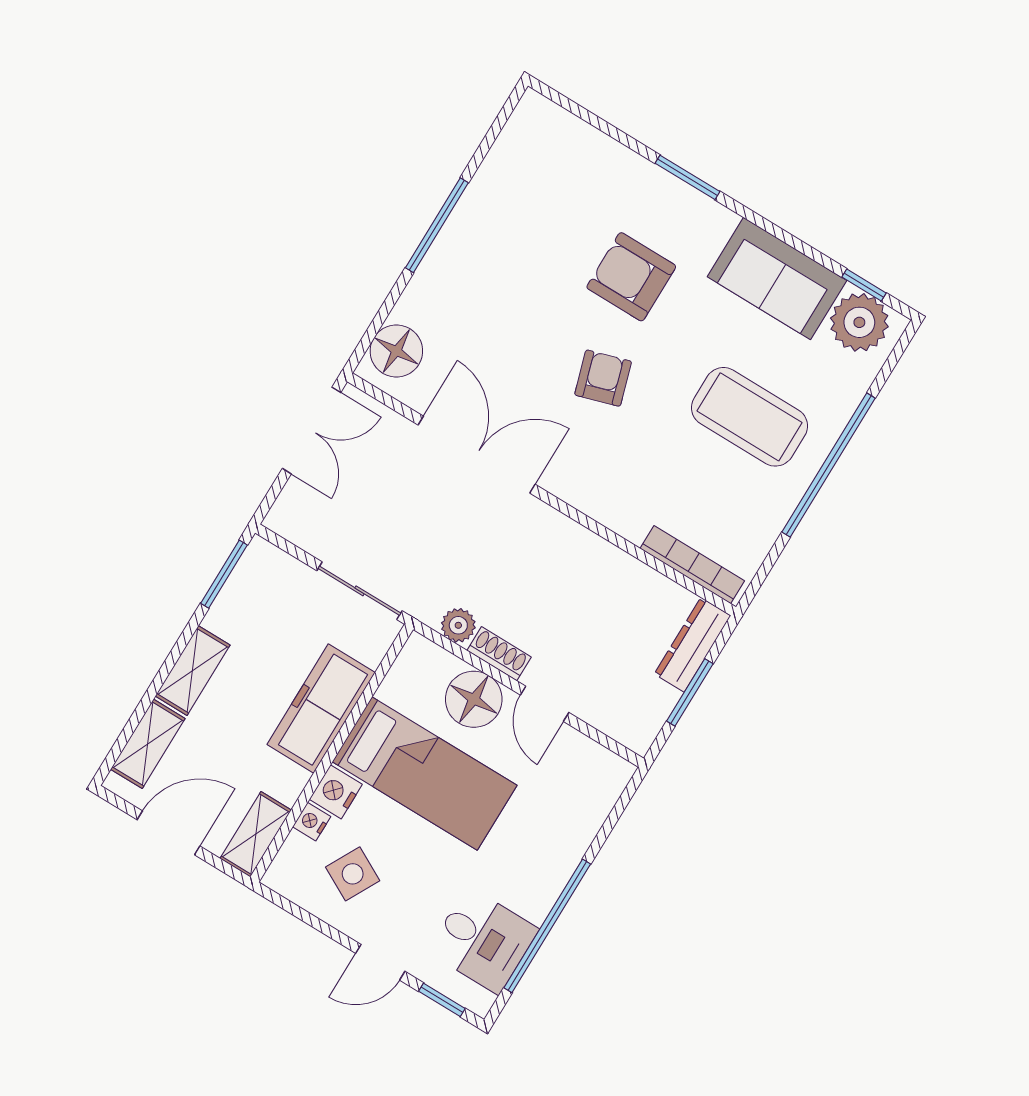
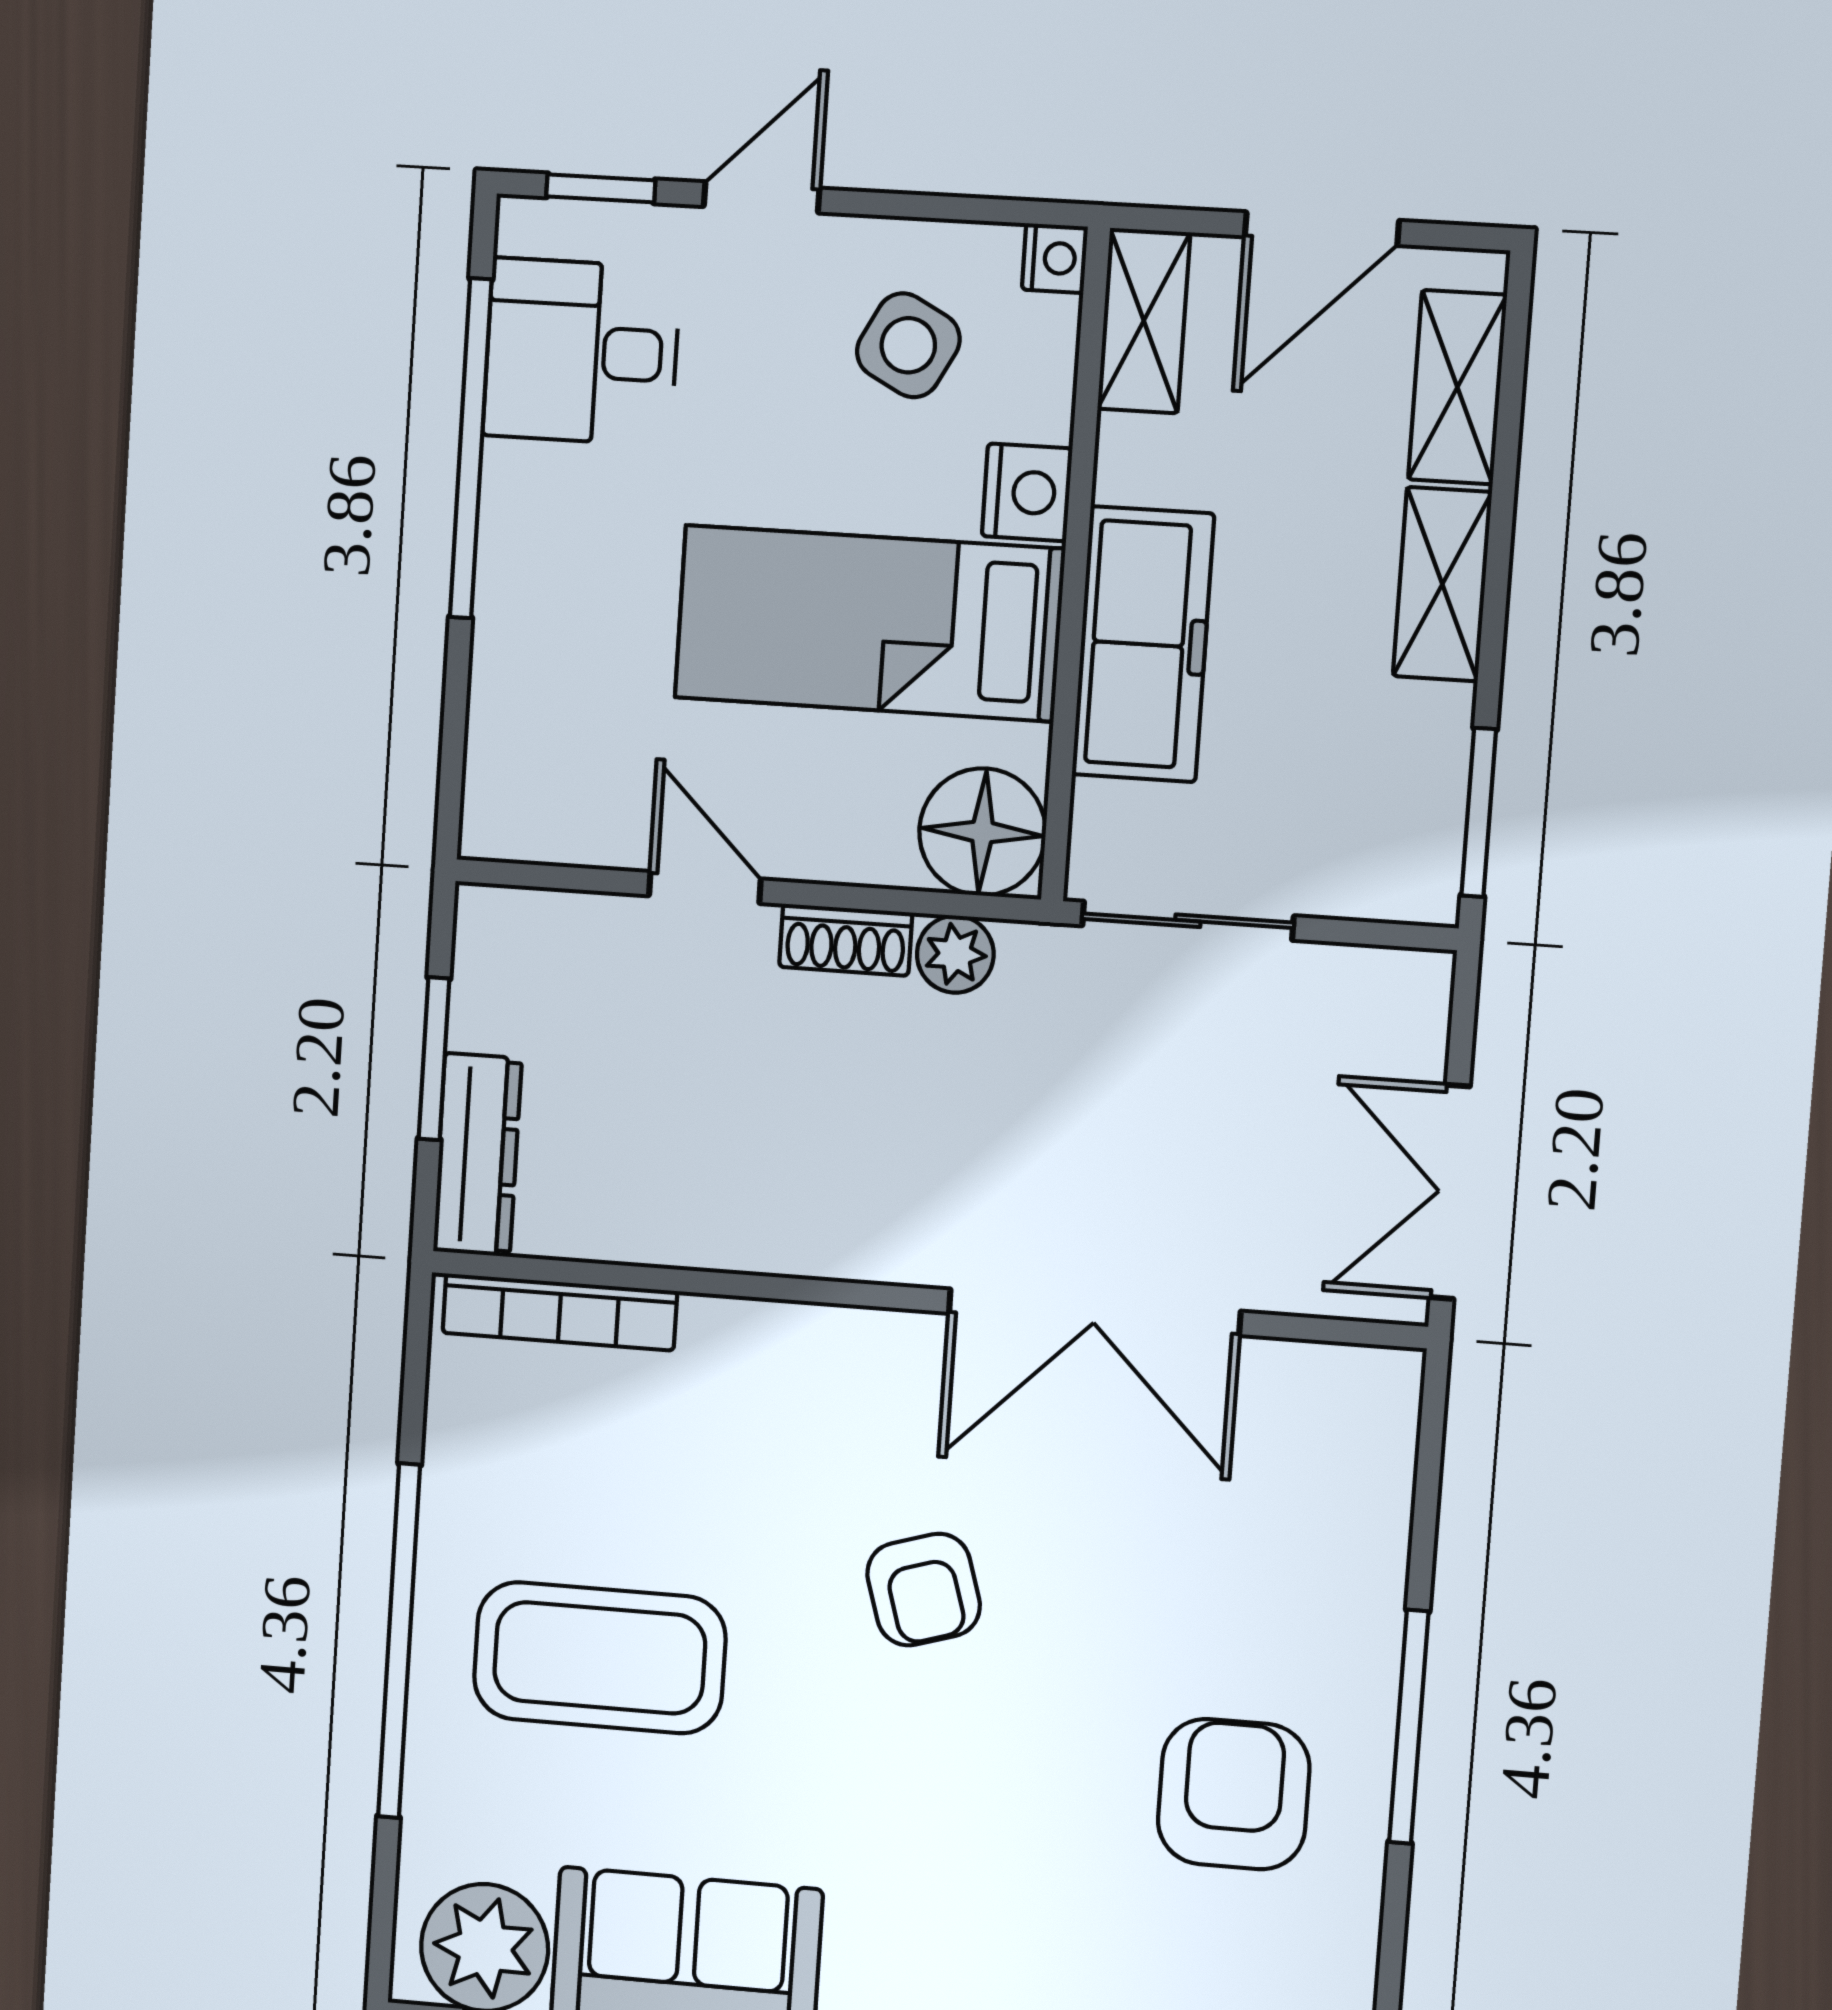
armchair: (631, 277) -> (1234, 1794), moved, turned -90
floor lamp: (396, 351) -> (1361, 1437), removed
floor lamp: (474, 699) -> (982, 832), moved
nightstand: (312, 822) -> (1055, 258), moved

